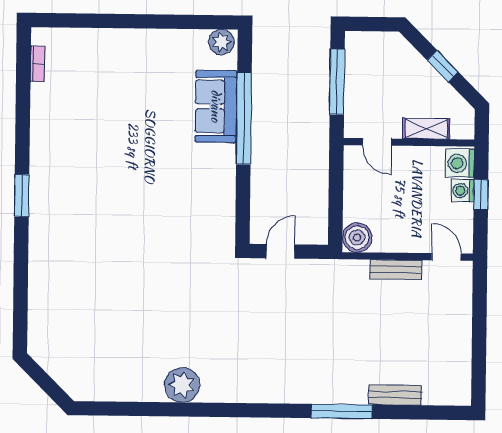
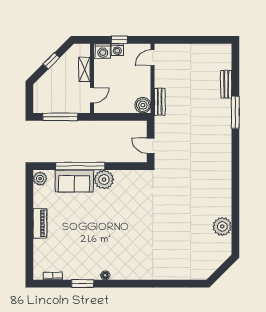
piano: (137, 41) -> (40, 223), added
floor lamp: (38, 163) -> (105, 275), added
plant: (218, 163) -> (104, 180), added
window: (22, 196) -> (83, 284), moved
bench: (396, 270) -> (160, 102), moved
plant: (182, 385) -> (222, 226), moved

